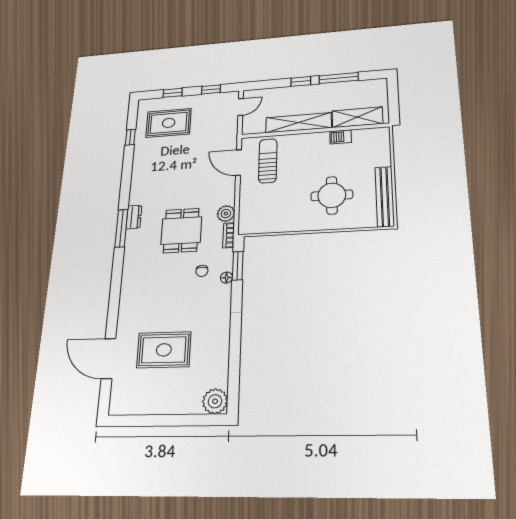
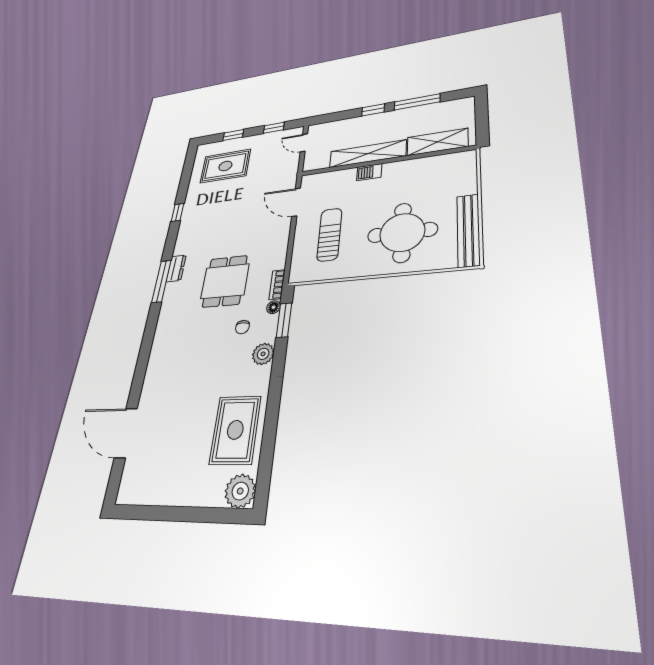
door: (241, 107) -> (304, 143), swing flipped
window: (130, 137) -> (178, 212), moved
barbecue: (341, 137) -> (369, 172), moved
sun lounger: (268, 161) -> (329, 234), moved
round table: (332, 195) -> (402, 232), width x1.36, depth x1.36
plant: (226, 214) -> (263, 354), moved
floor lamp: (226, 278) -> (273, 307), moved
rug: (164, 350) -> (235, 430), moved, turned 90

